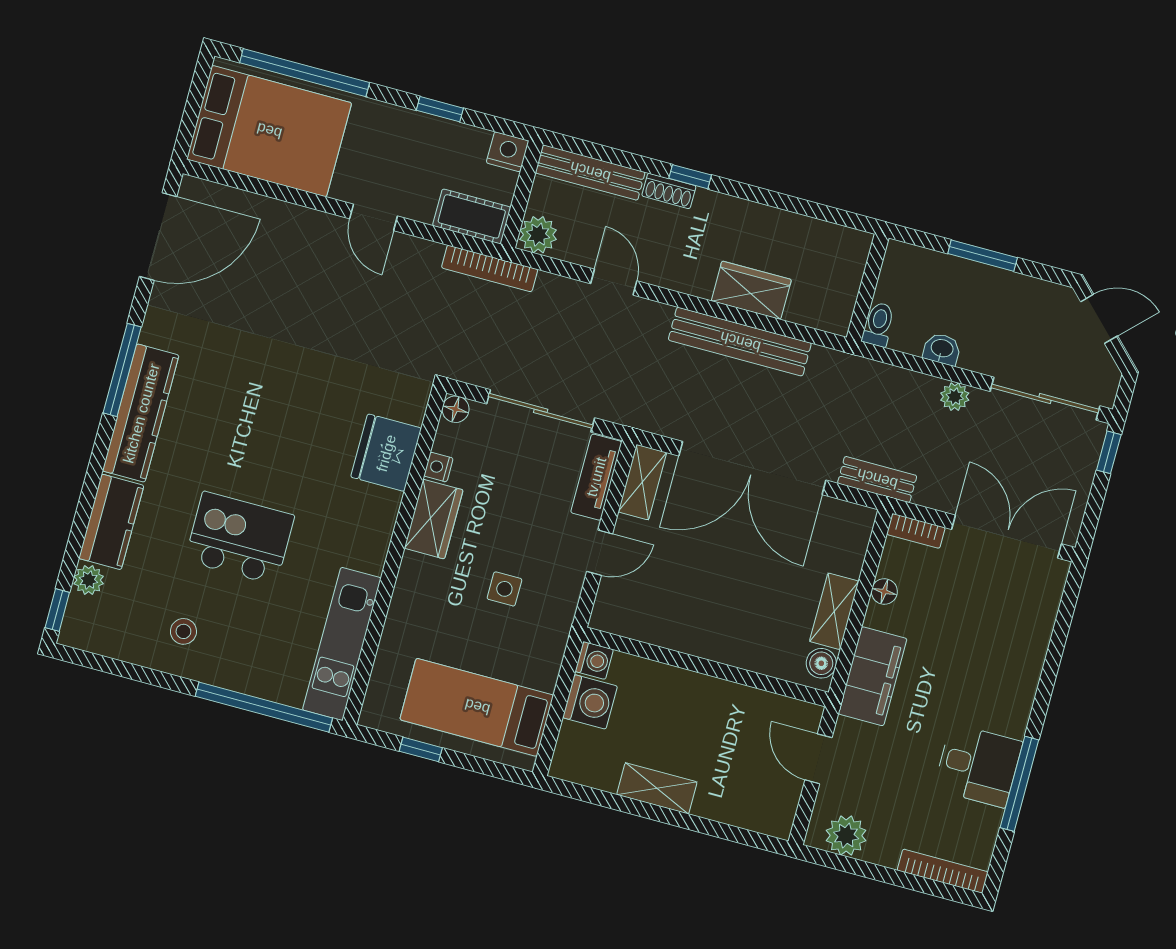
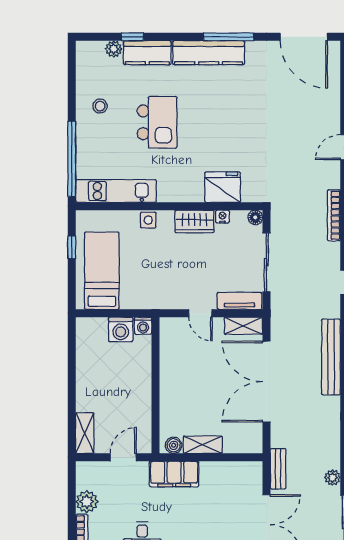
bench: (877, 479) -> (278, 469), moved
bookcase: (916, 531) -> (257, 476), removed
side table: (504, 589) -> (148, 220), moved
floor lamp: (884, 592) -> (220, 468), removed
window: (57, 610) -> (132, 37), moved
shelving: (657, 788) -> (85, 433), moved
plant: (846, 835) -> (87, 502), moved

